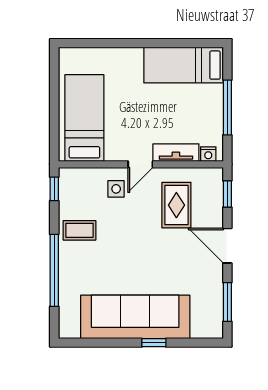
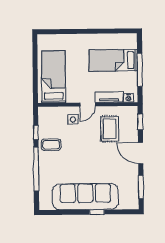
bed: (184, 65) -> (113, 60), moved
window: (54, 189) -> (36, 132), moved

